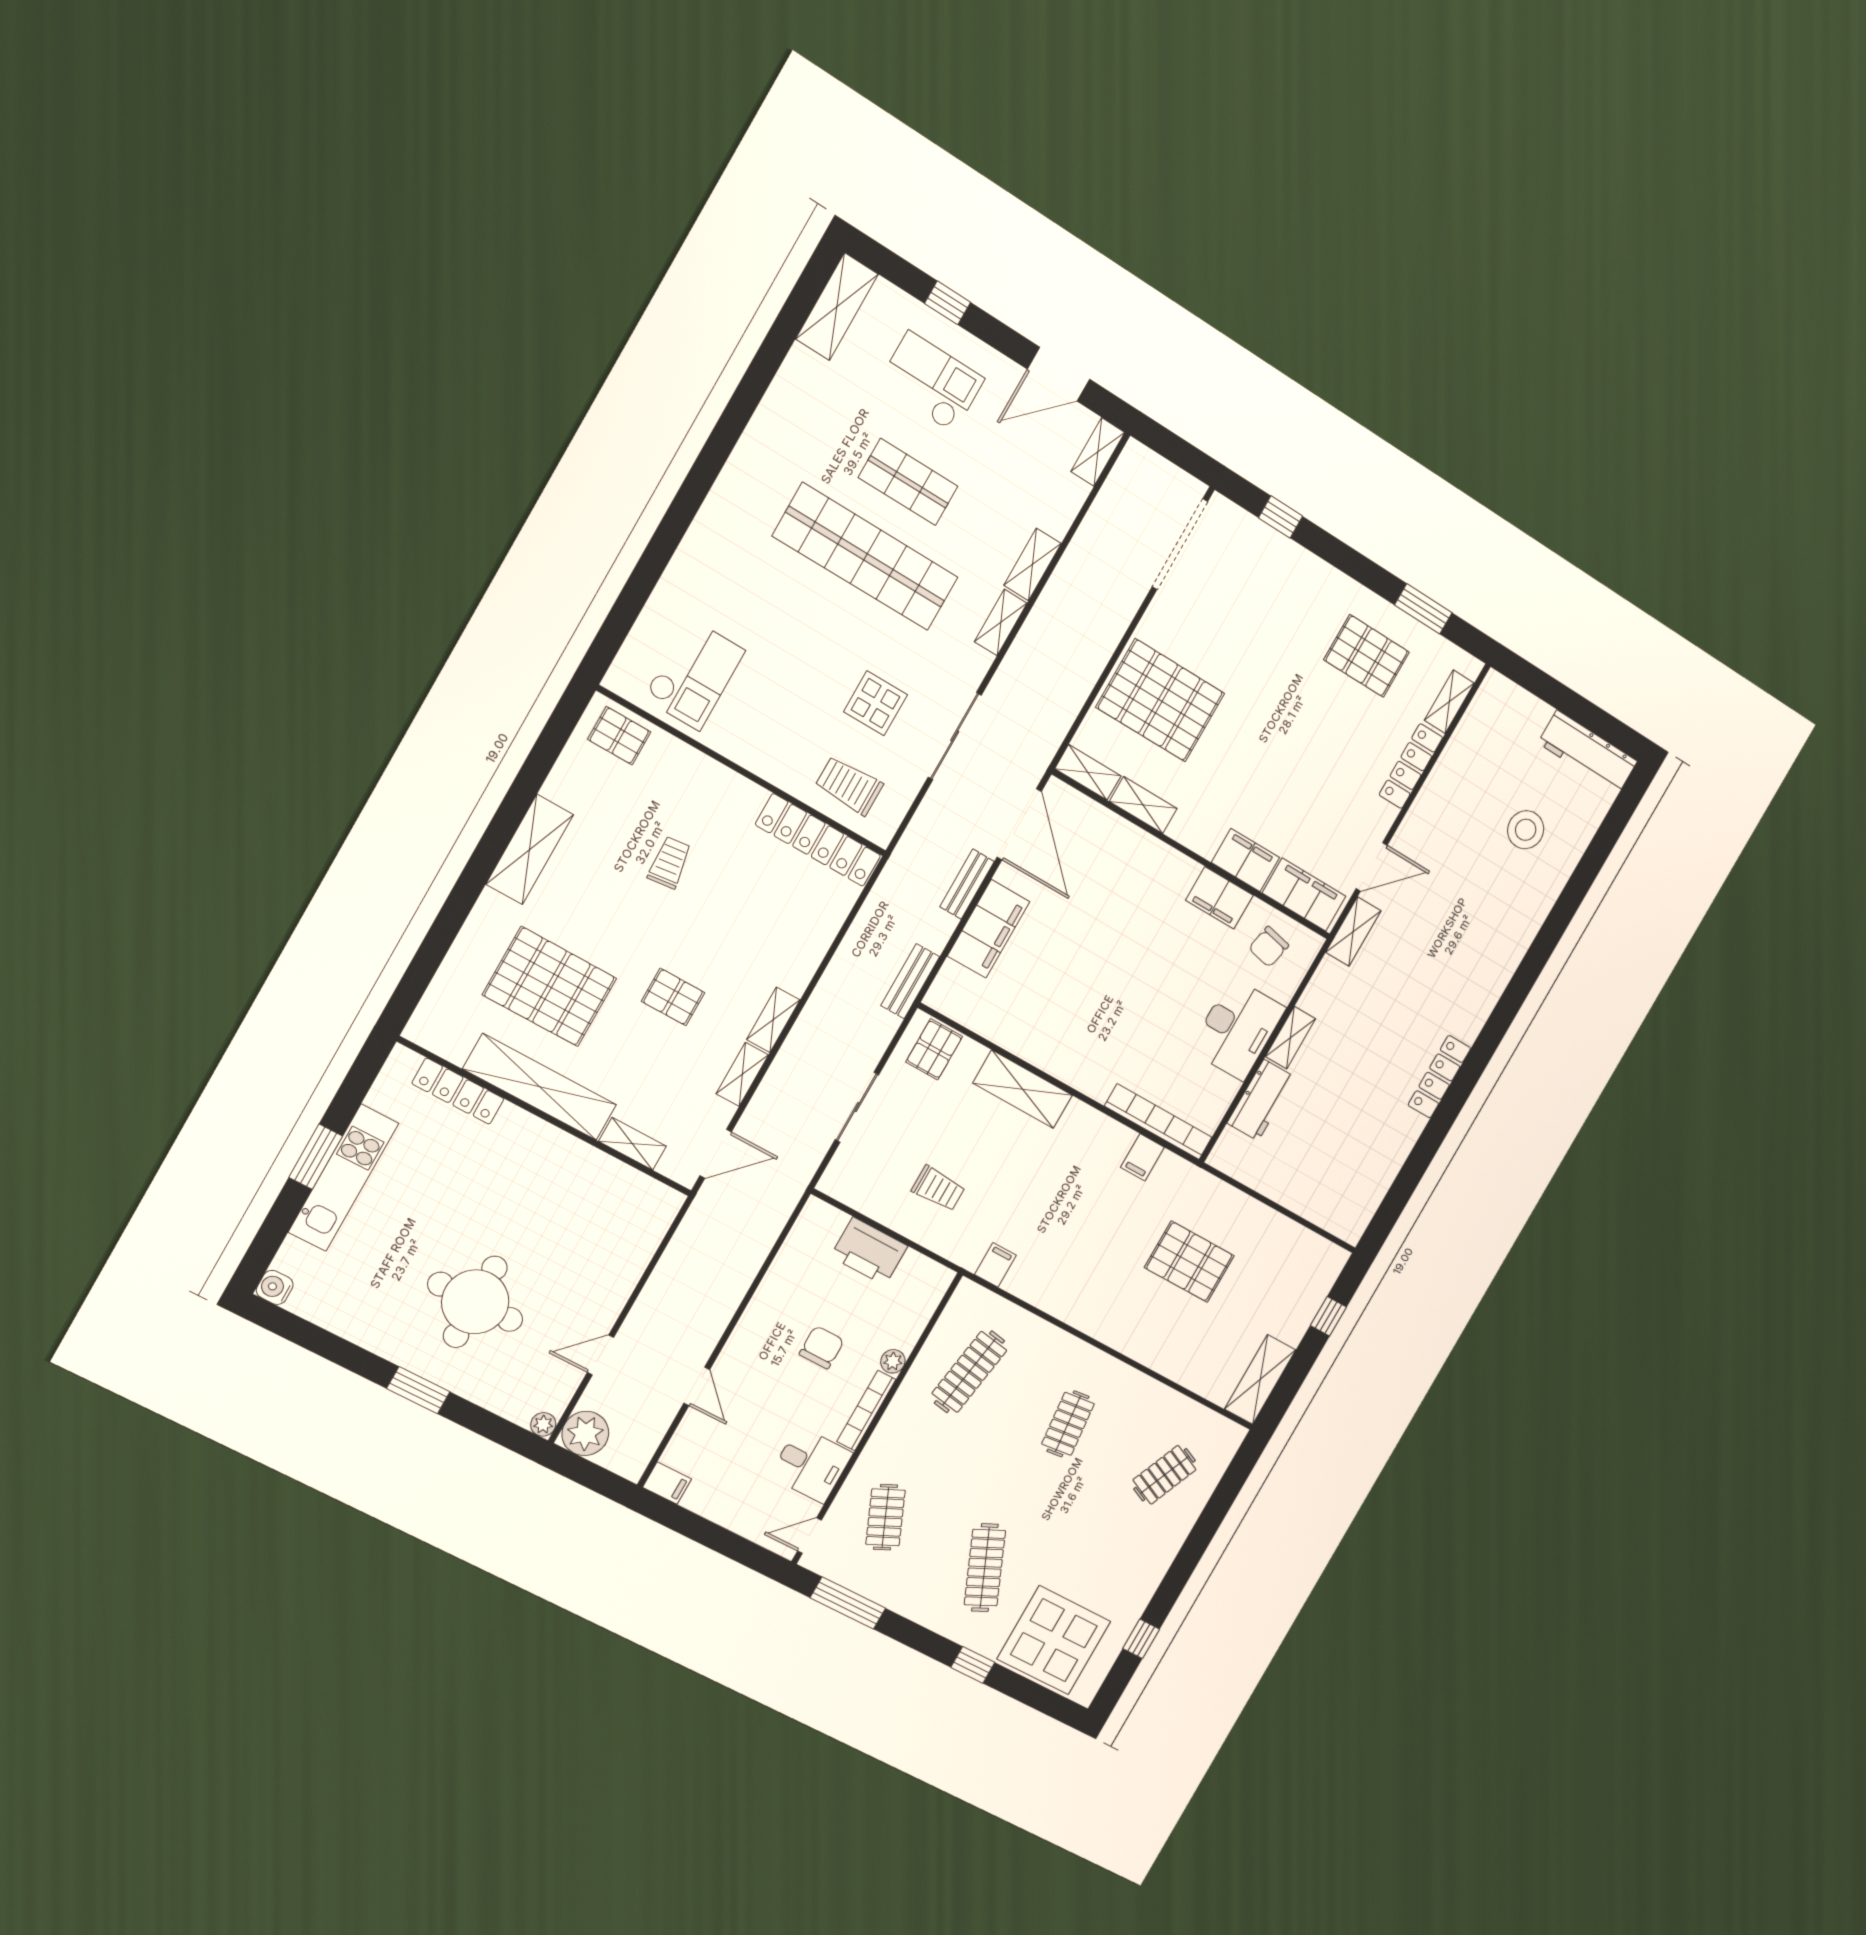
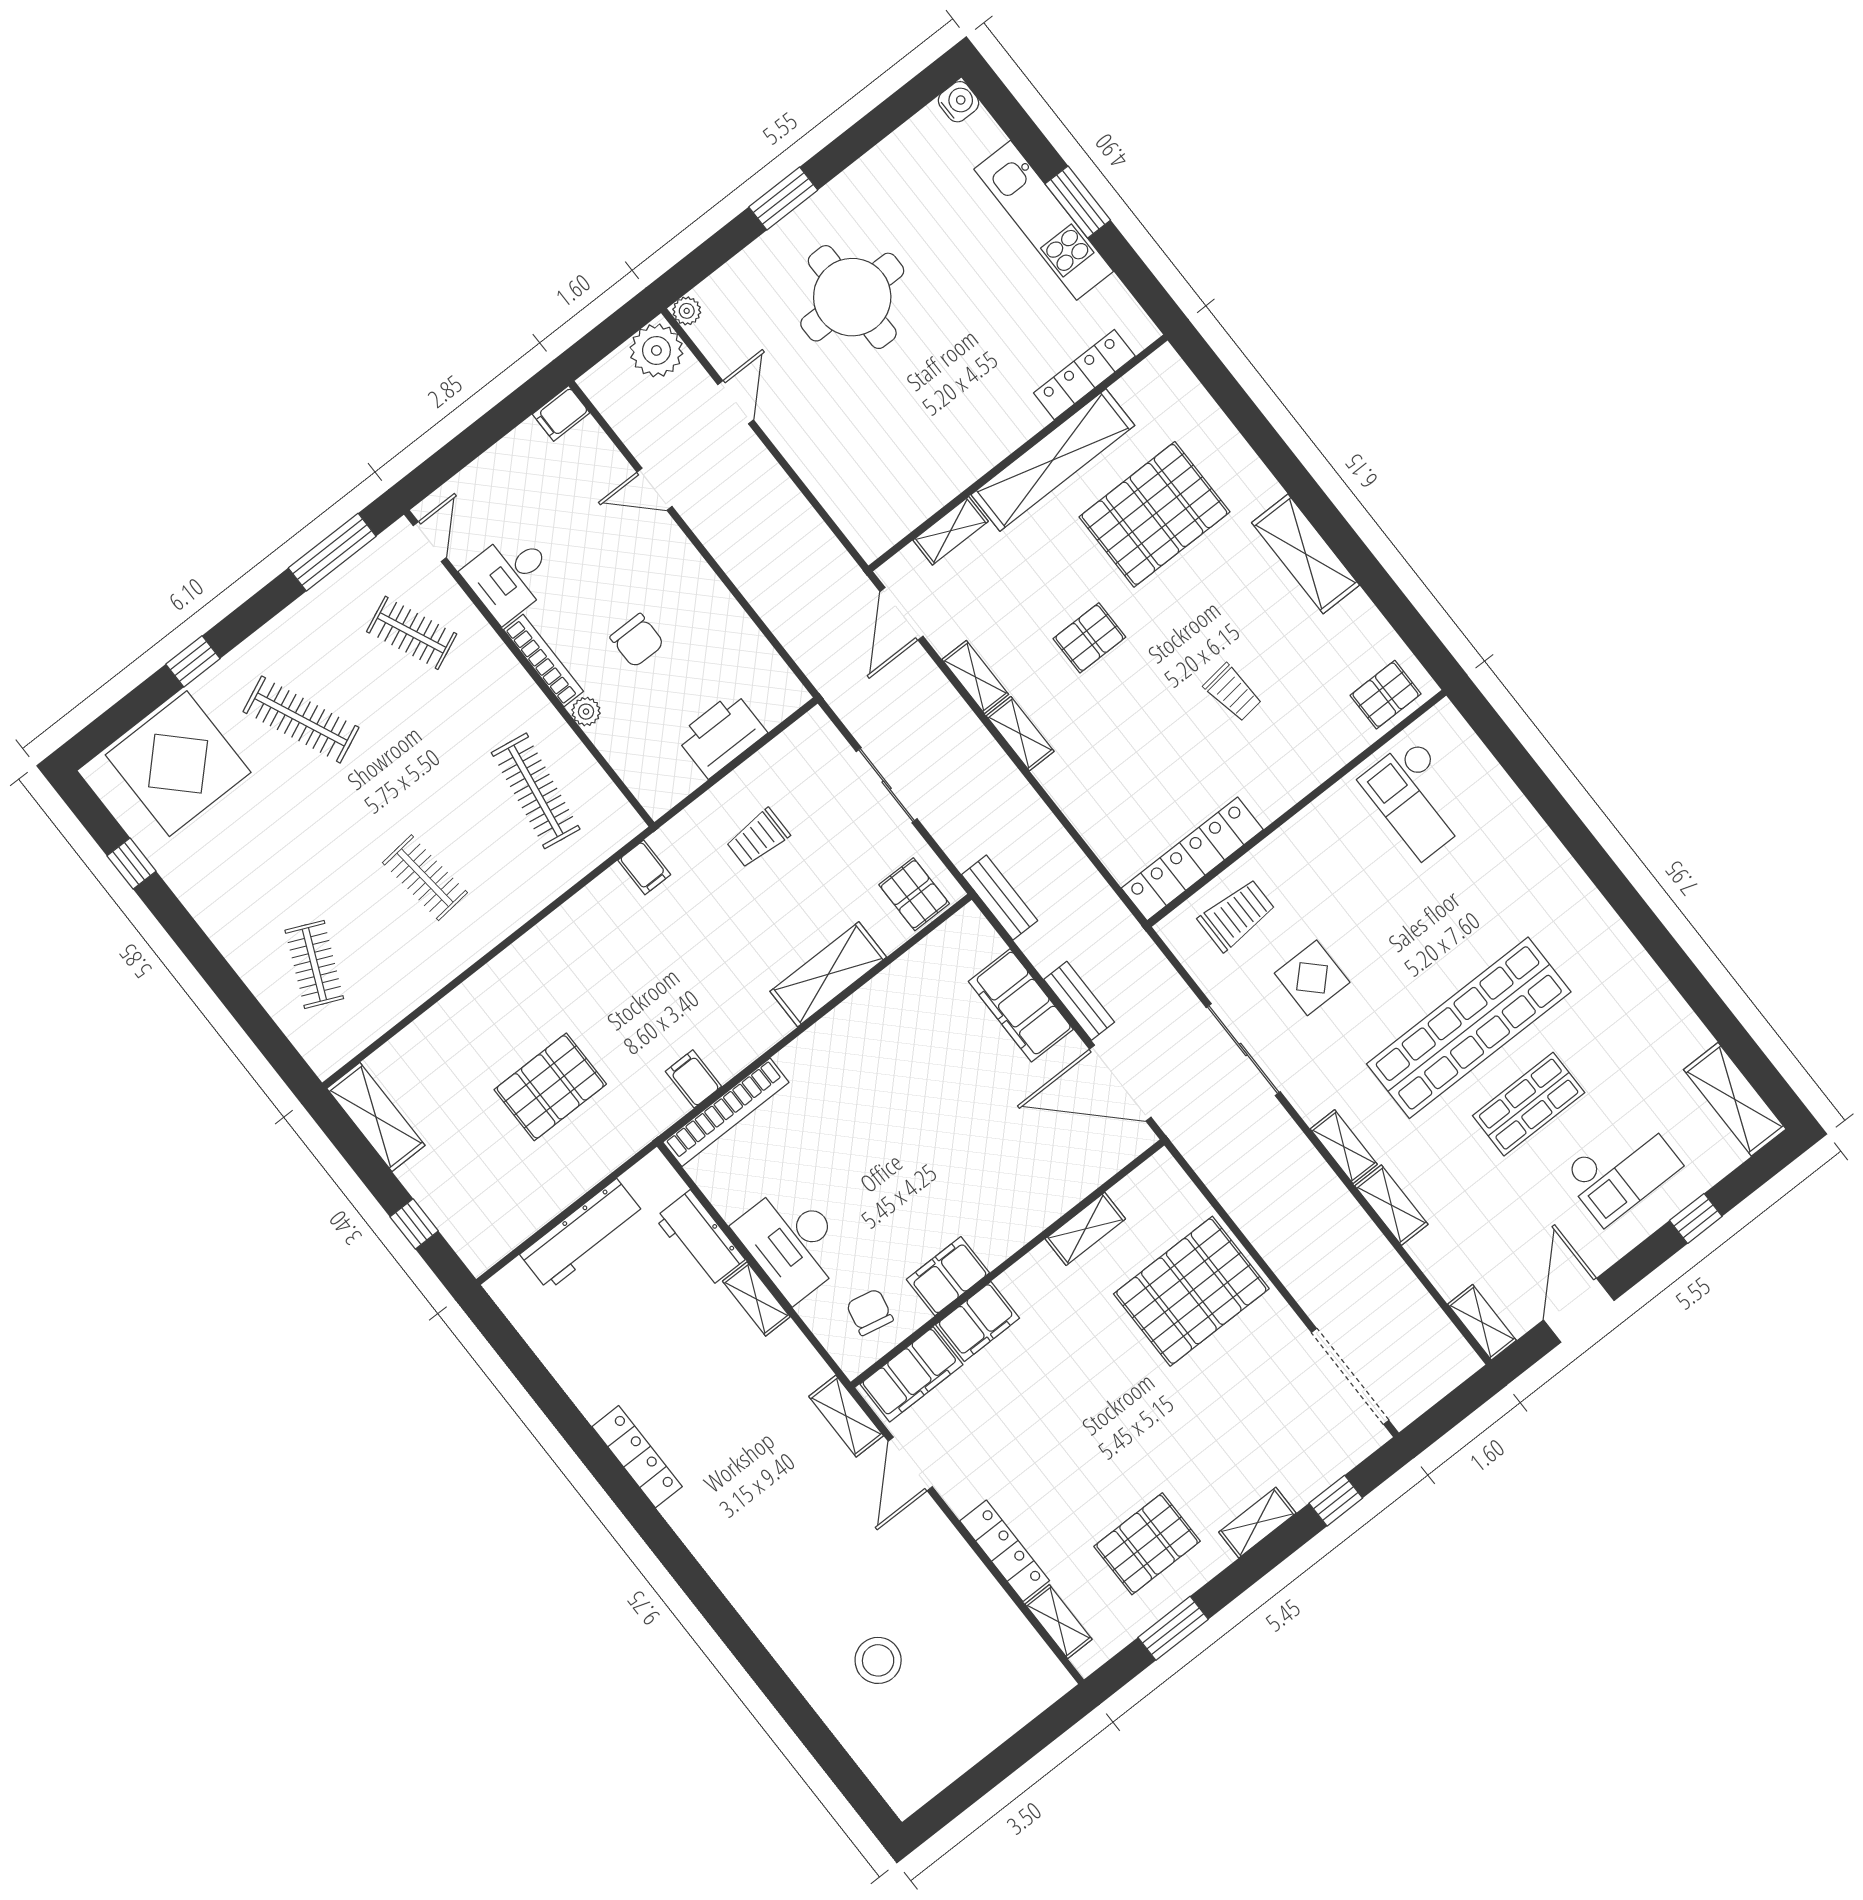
workbench: (1588, 752) -> (582, 1235), moved, turned 180
shelving: (1088, 772) -> (1257, 1523), moved

